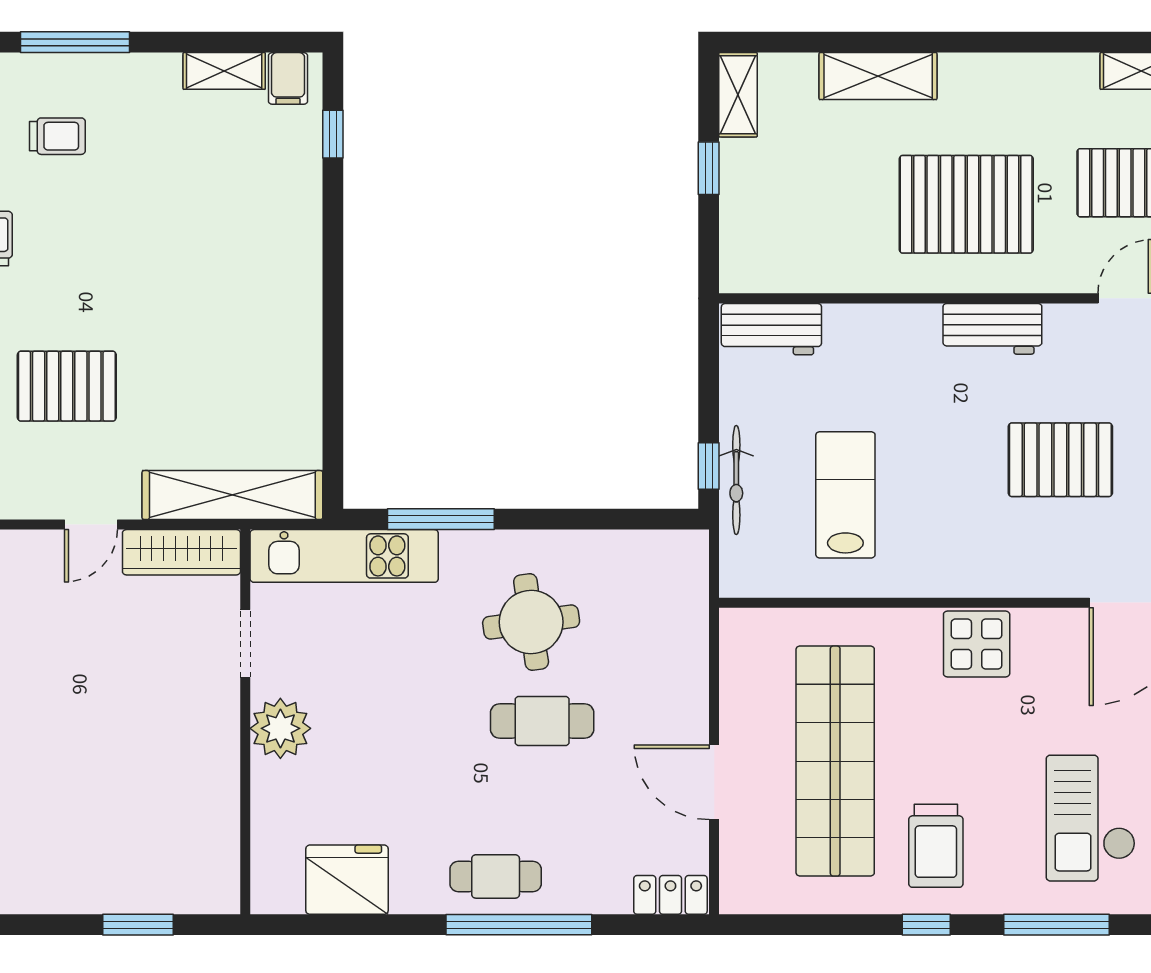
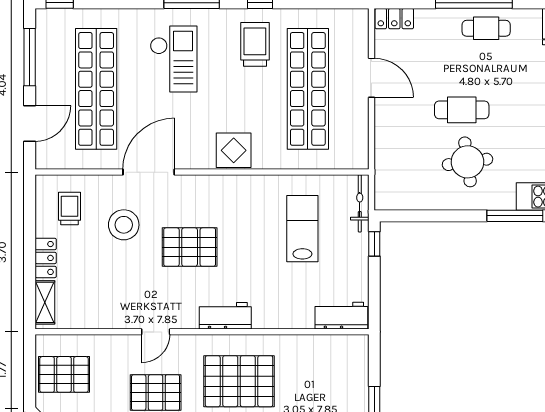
bicycle: (736, 480) -> (360, 203), moved
lab bench: (845, 495) -> (302, 229), turned 180

